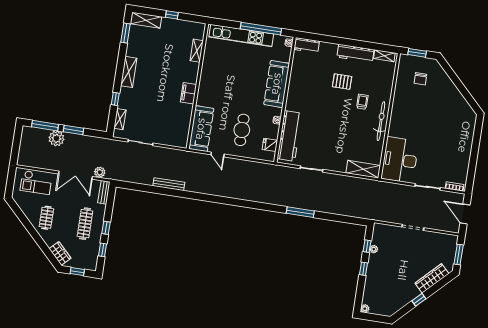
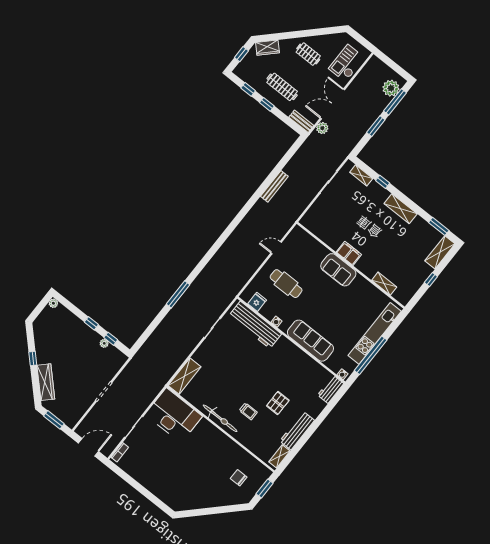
sofa: (201, 129) -> (338, 270), moved, width x0.73
plant: (56, 138) -> (391, 88), moved

